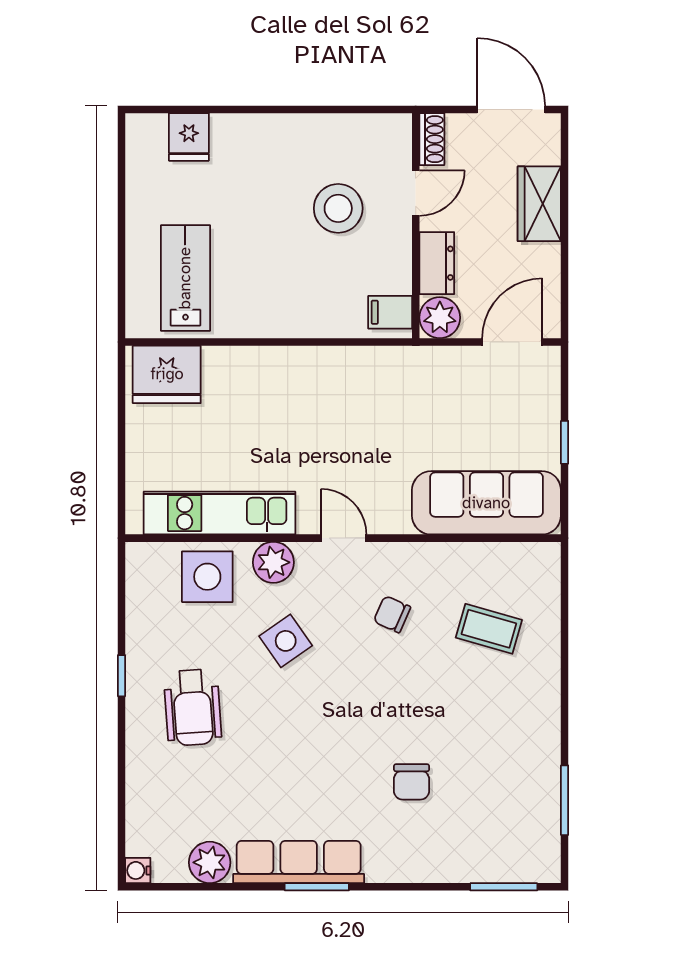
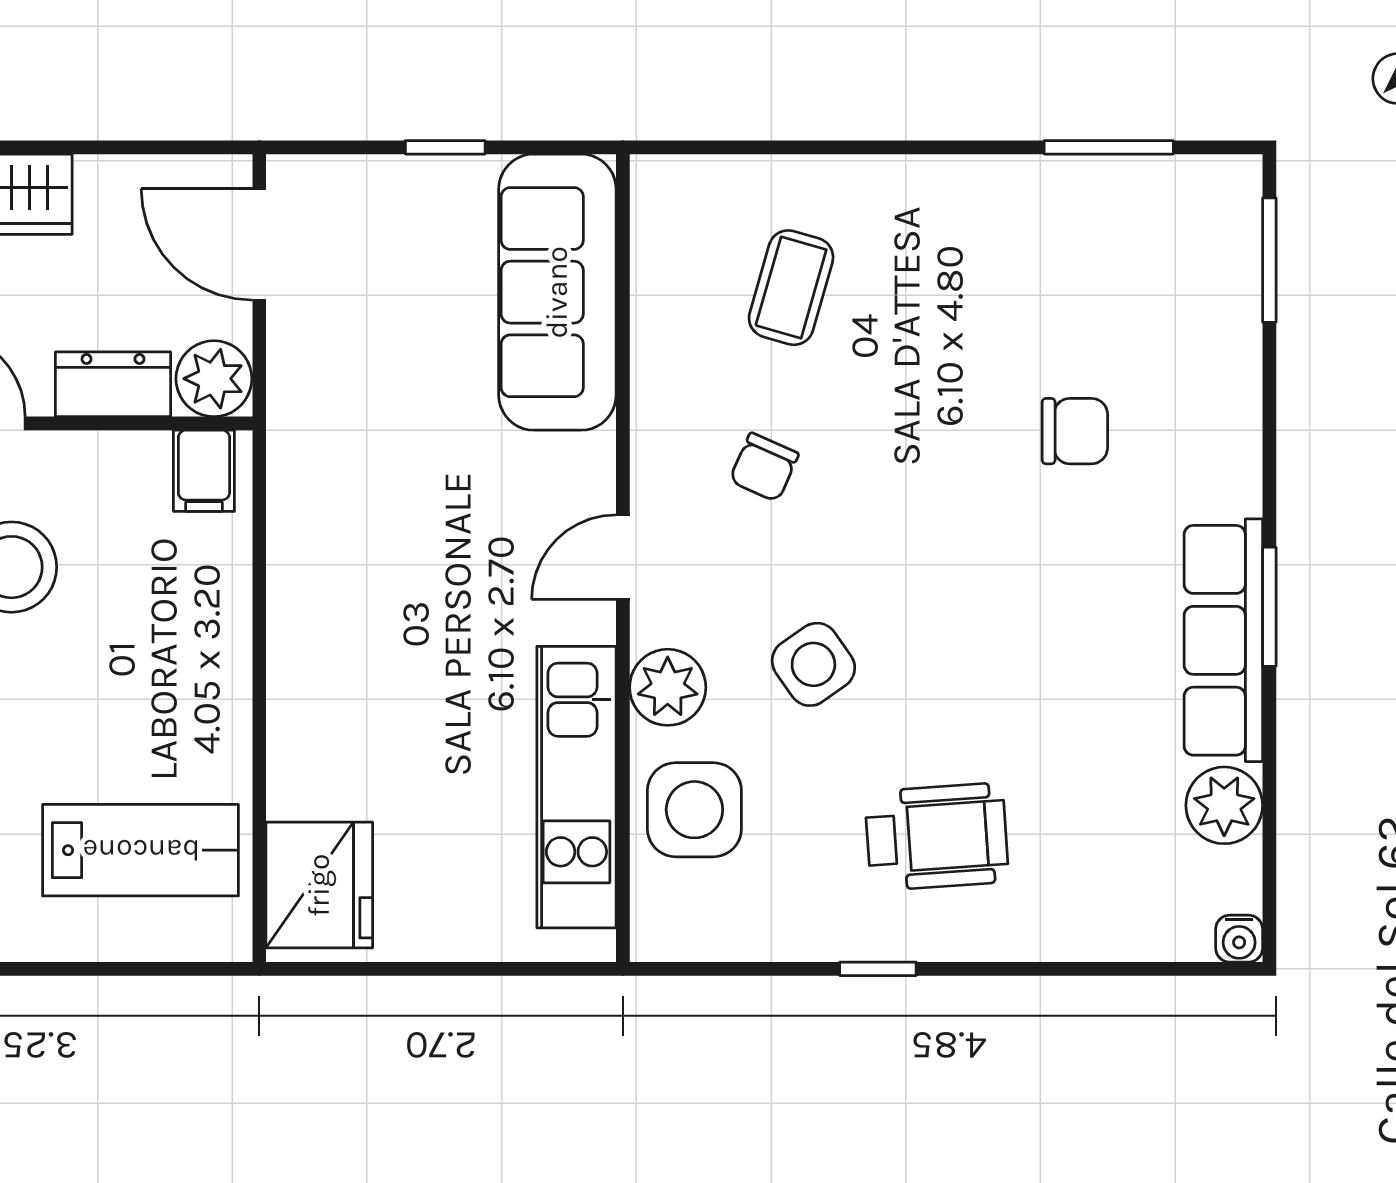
lab bench: (185, 278) -> (141, 850), turned 180

